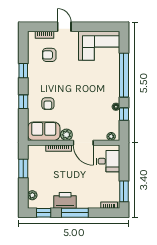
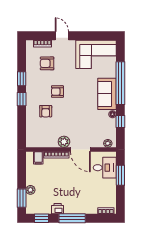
armchair: (60, 84) -> (57, 92), added
window: (23, 102) -> (22, 99), moved
sofa: (44, 131) -> (107, 94), moved, turned -90
filing cabinet: (40, 151) -> (38, 158), added
window: (23, 168) -> (22, 198), moved
window: (124, 191) -> (120, 175), moved
plant: (32, 195) -> (30, 190), moved
printer: (65, 200) -> (58, 209), width x0.53, depth x0.68

